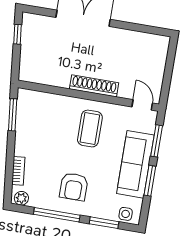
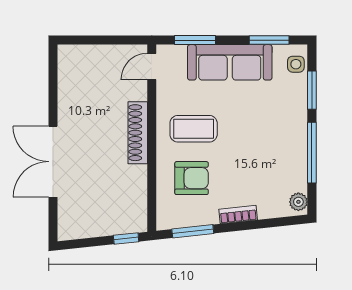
window: (18, 34) -> (126, 238), moved
bookcase: (18, 171) -> (238, 215), moved
window: (150, 181) -> (269, 40), moved
armchair: (74, 187) -> (192, 178), moved

